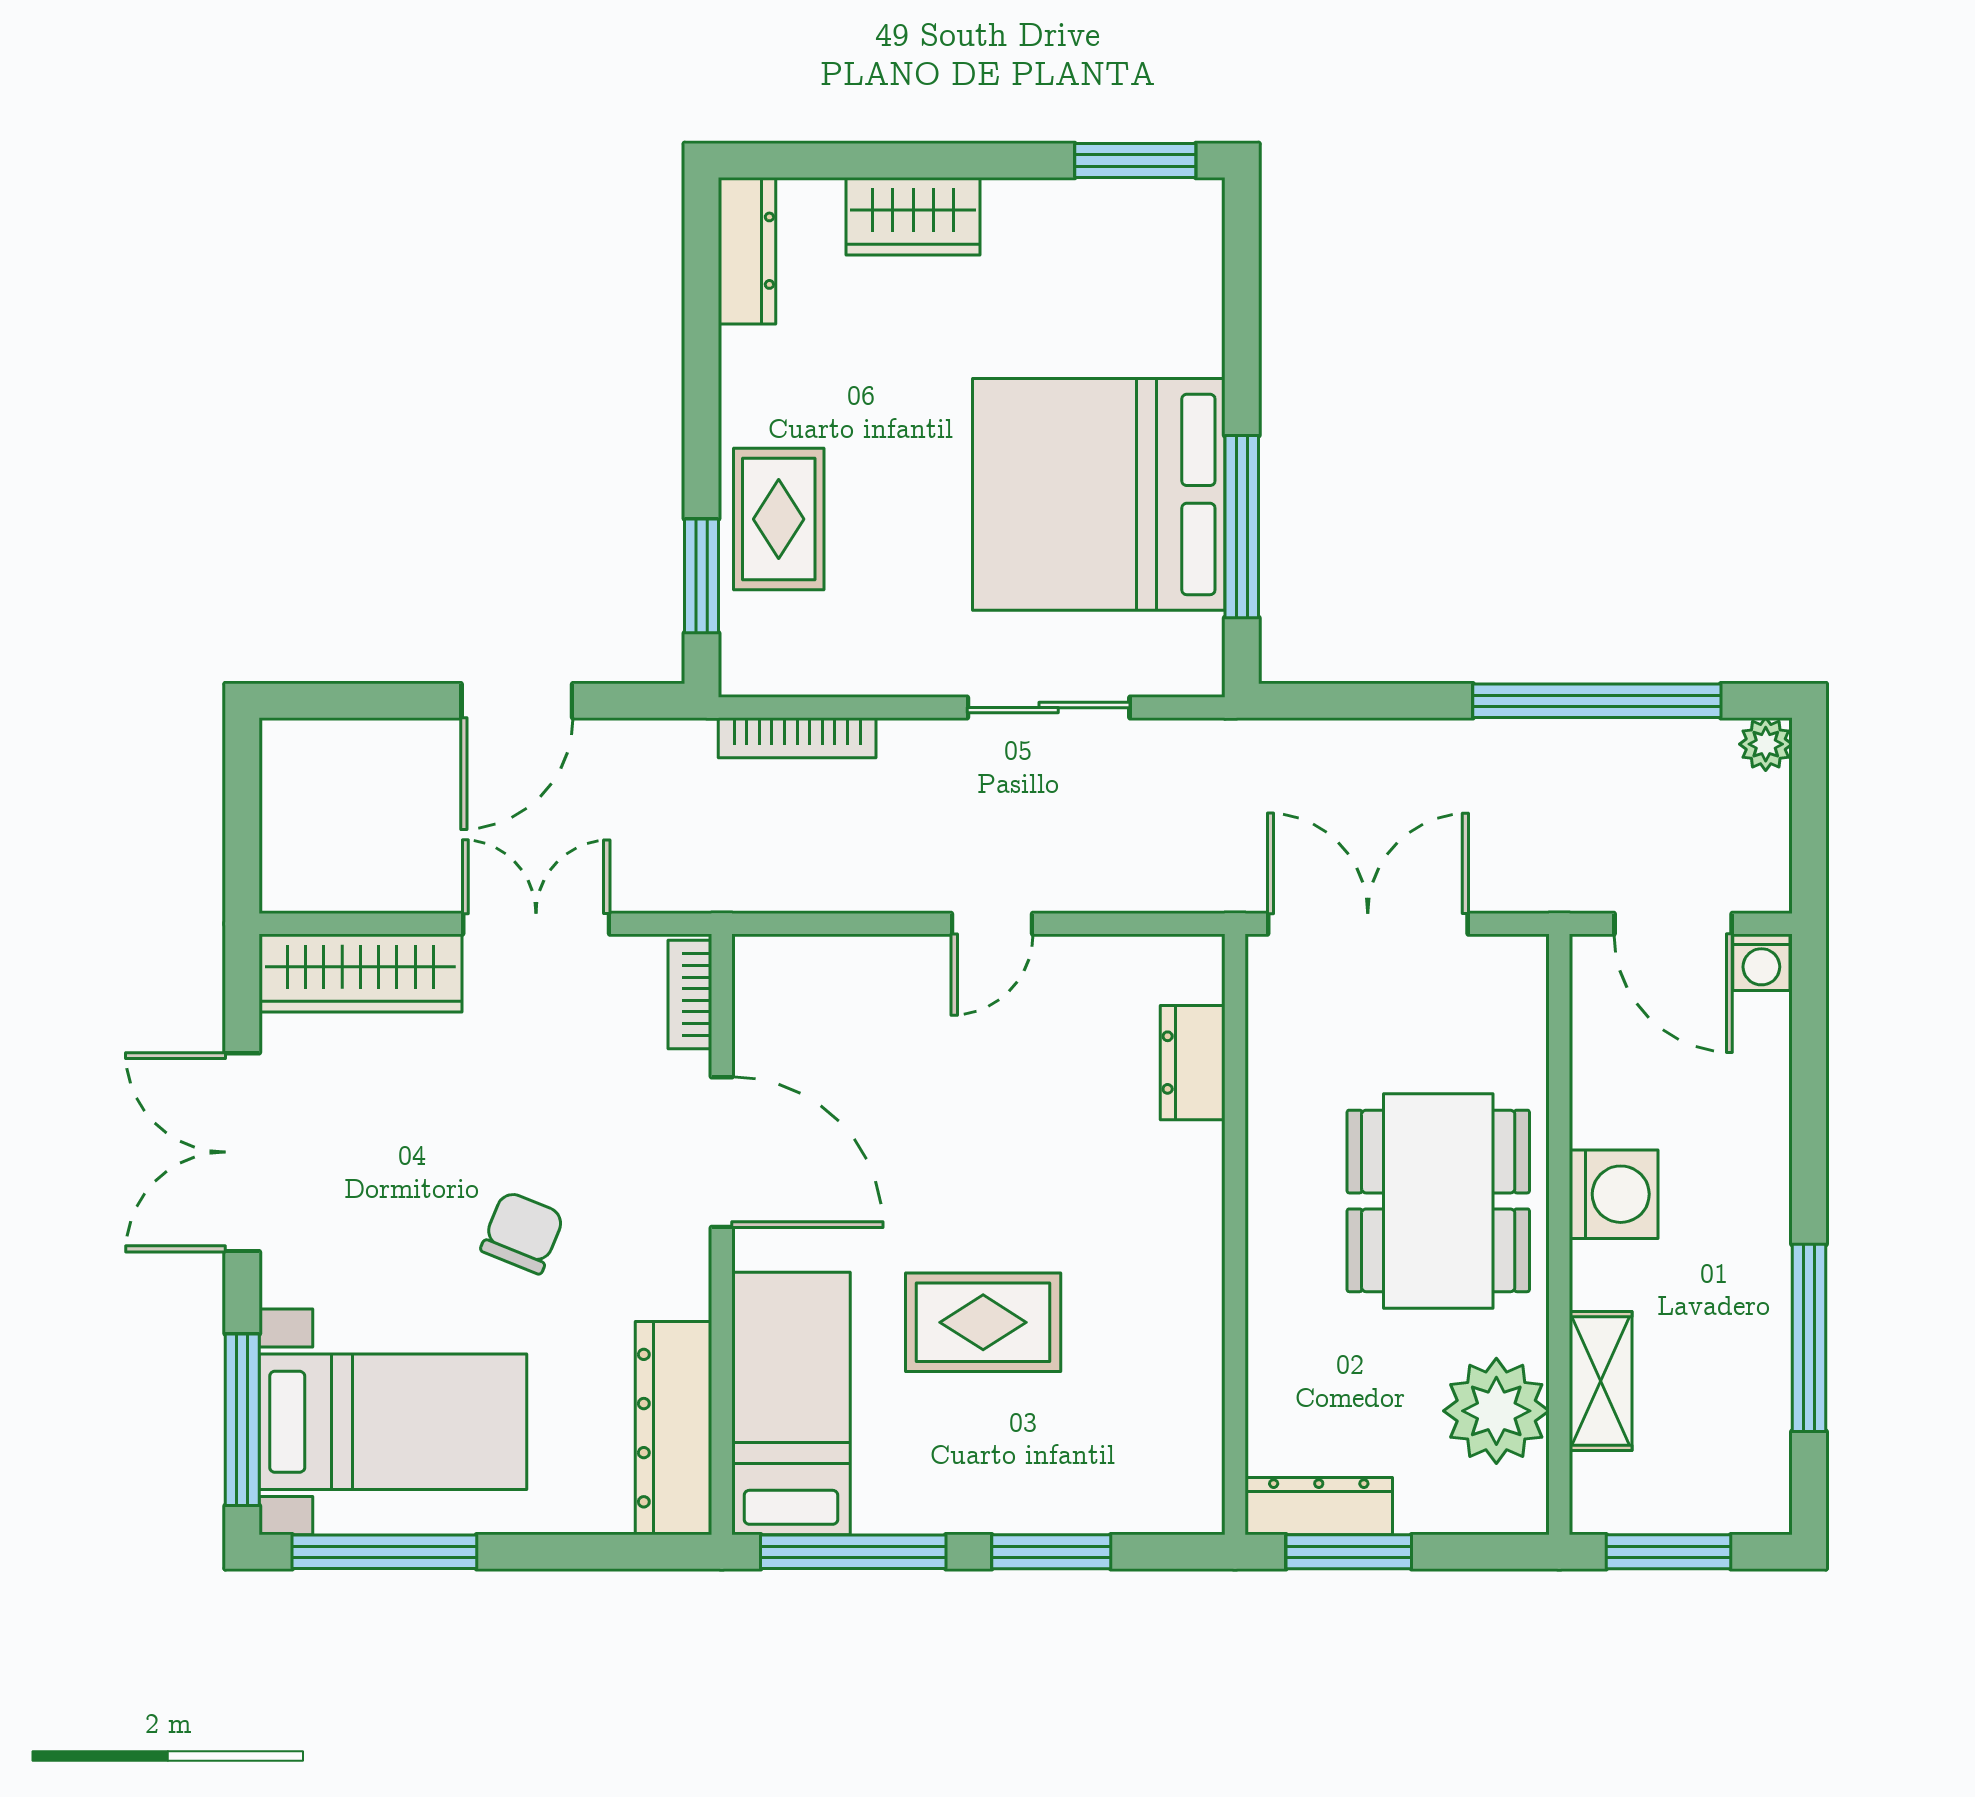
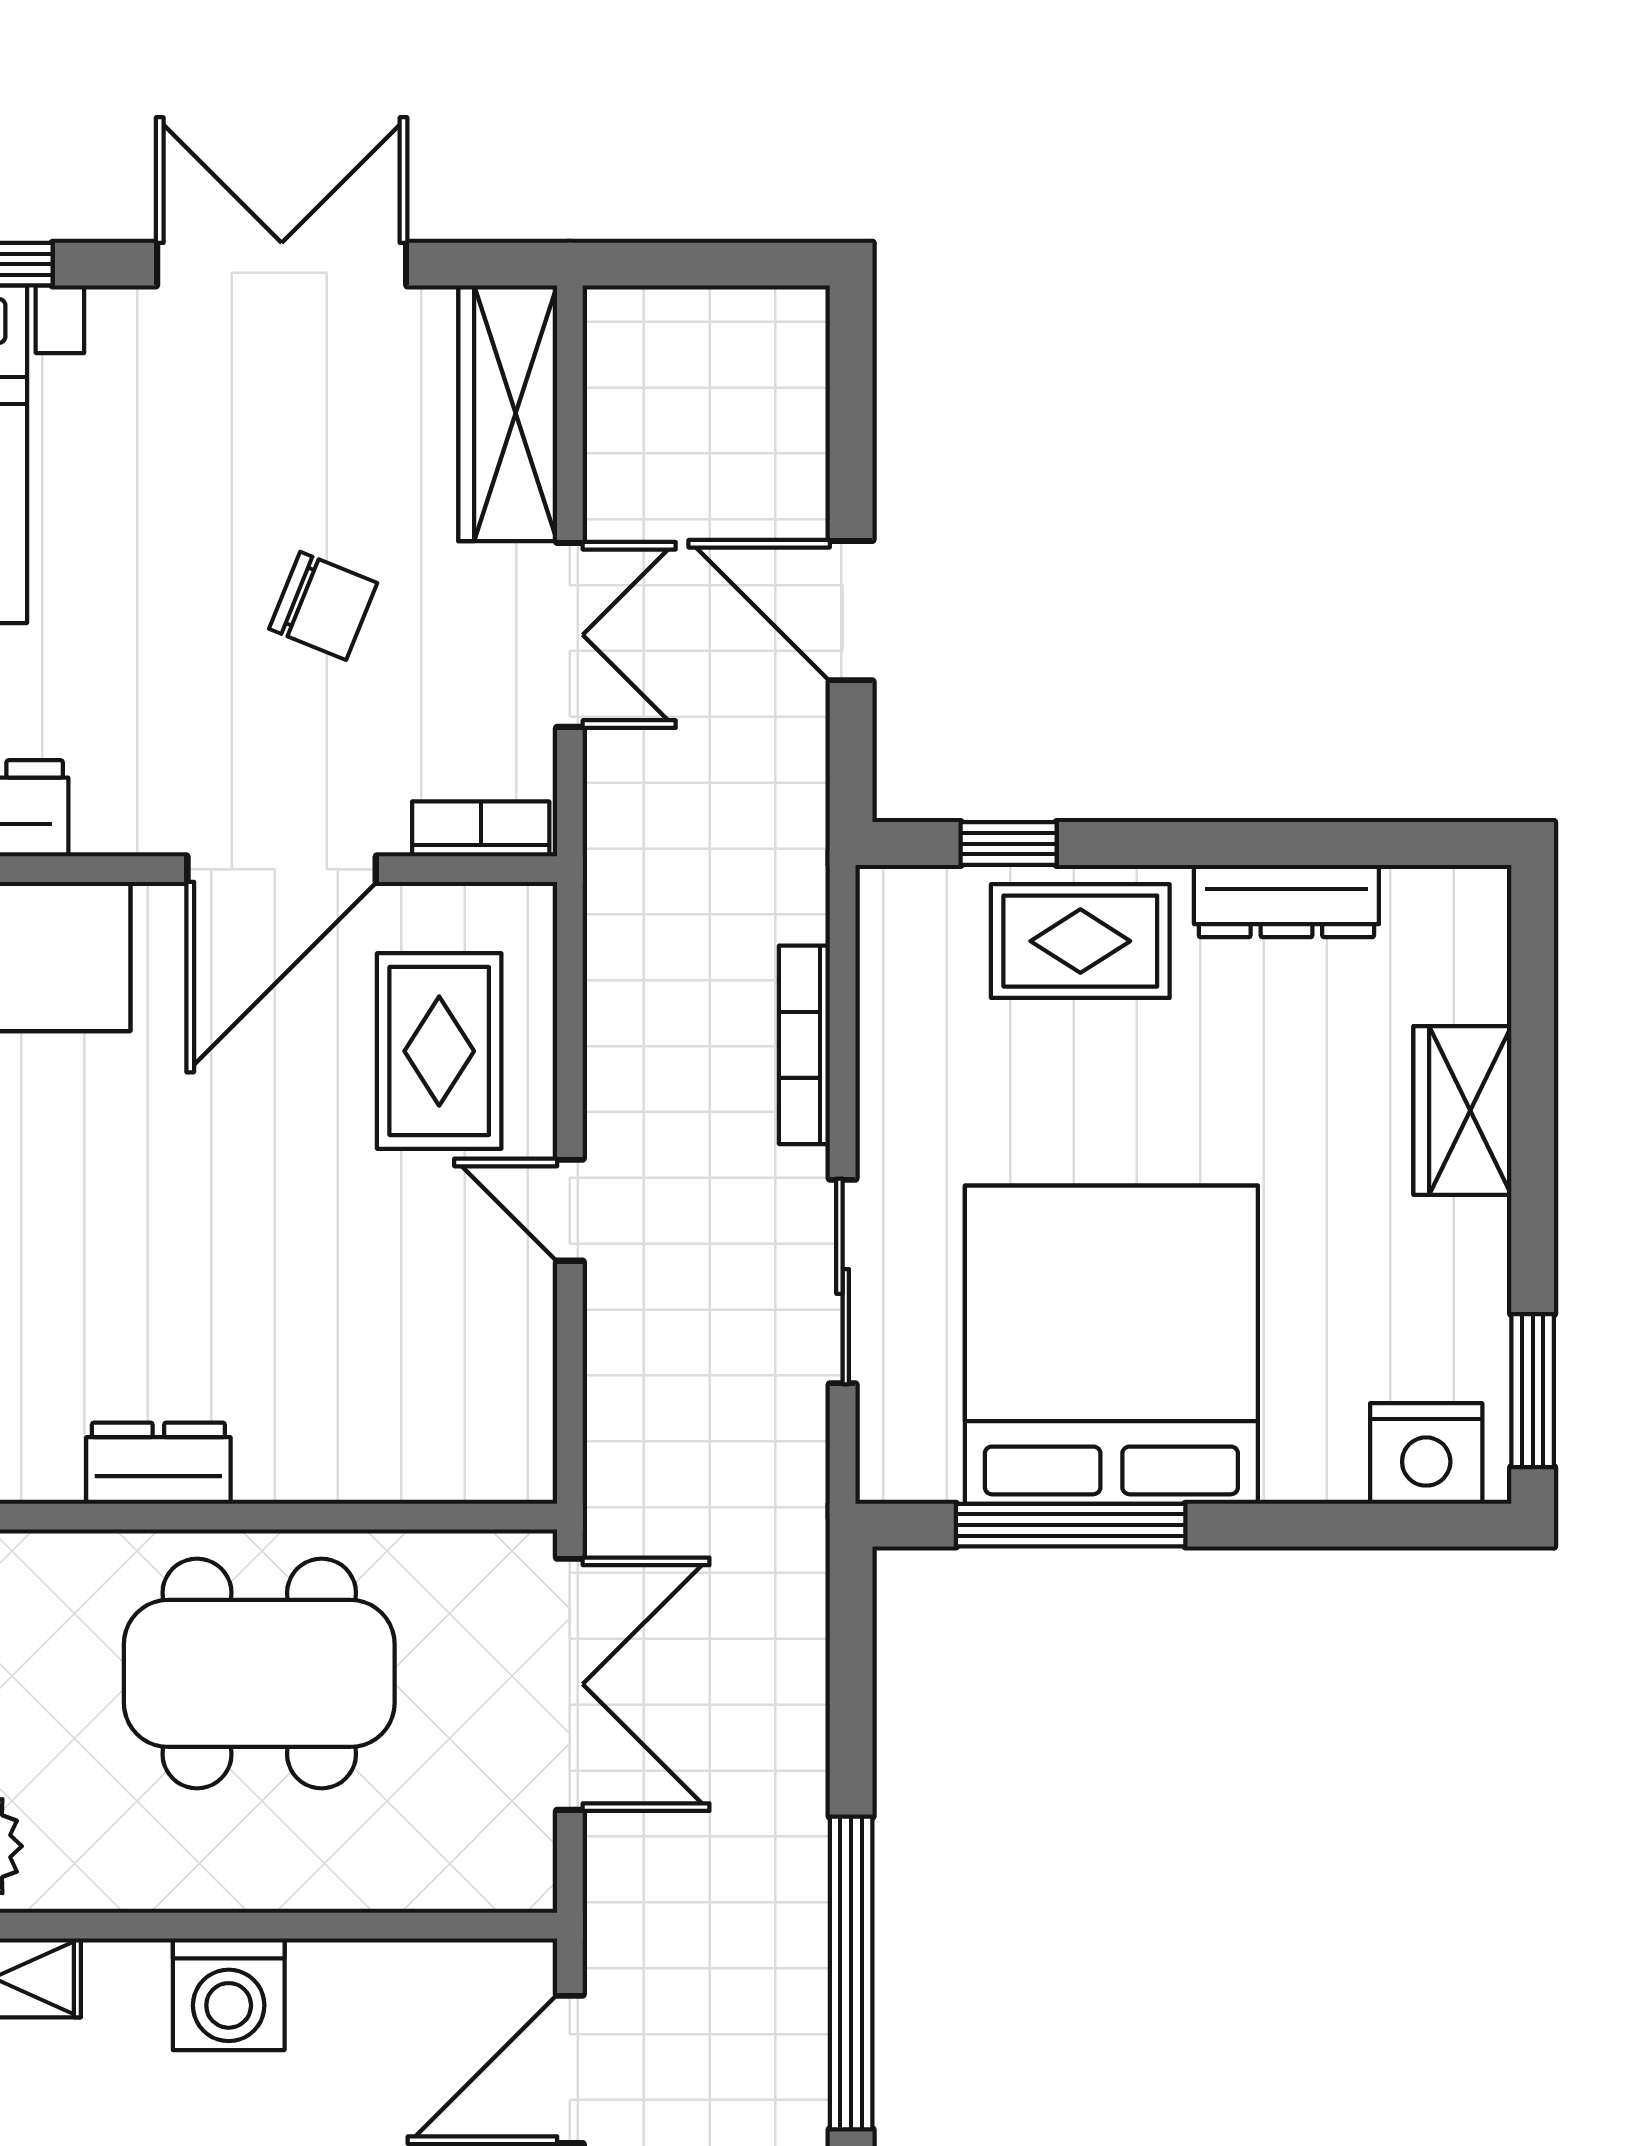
nightstand: (1185, 245) -> (1426, 1454), added
dresser: (747, 251) -> (1286, 901), moved
window: (701, 576) -> (1009, 844), width x0.67
bookcase: (797, 738) -> (804, 1045), moved
dresser: (1193, 1063) -> (158, 1463), moved
dining table: (1438, 1201) -> (259, 1673), moved
chair: (522, 1233) -> (323, 606), moved
rug: (983, 1322) -> (439, 1051), moved

